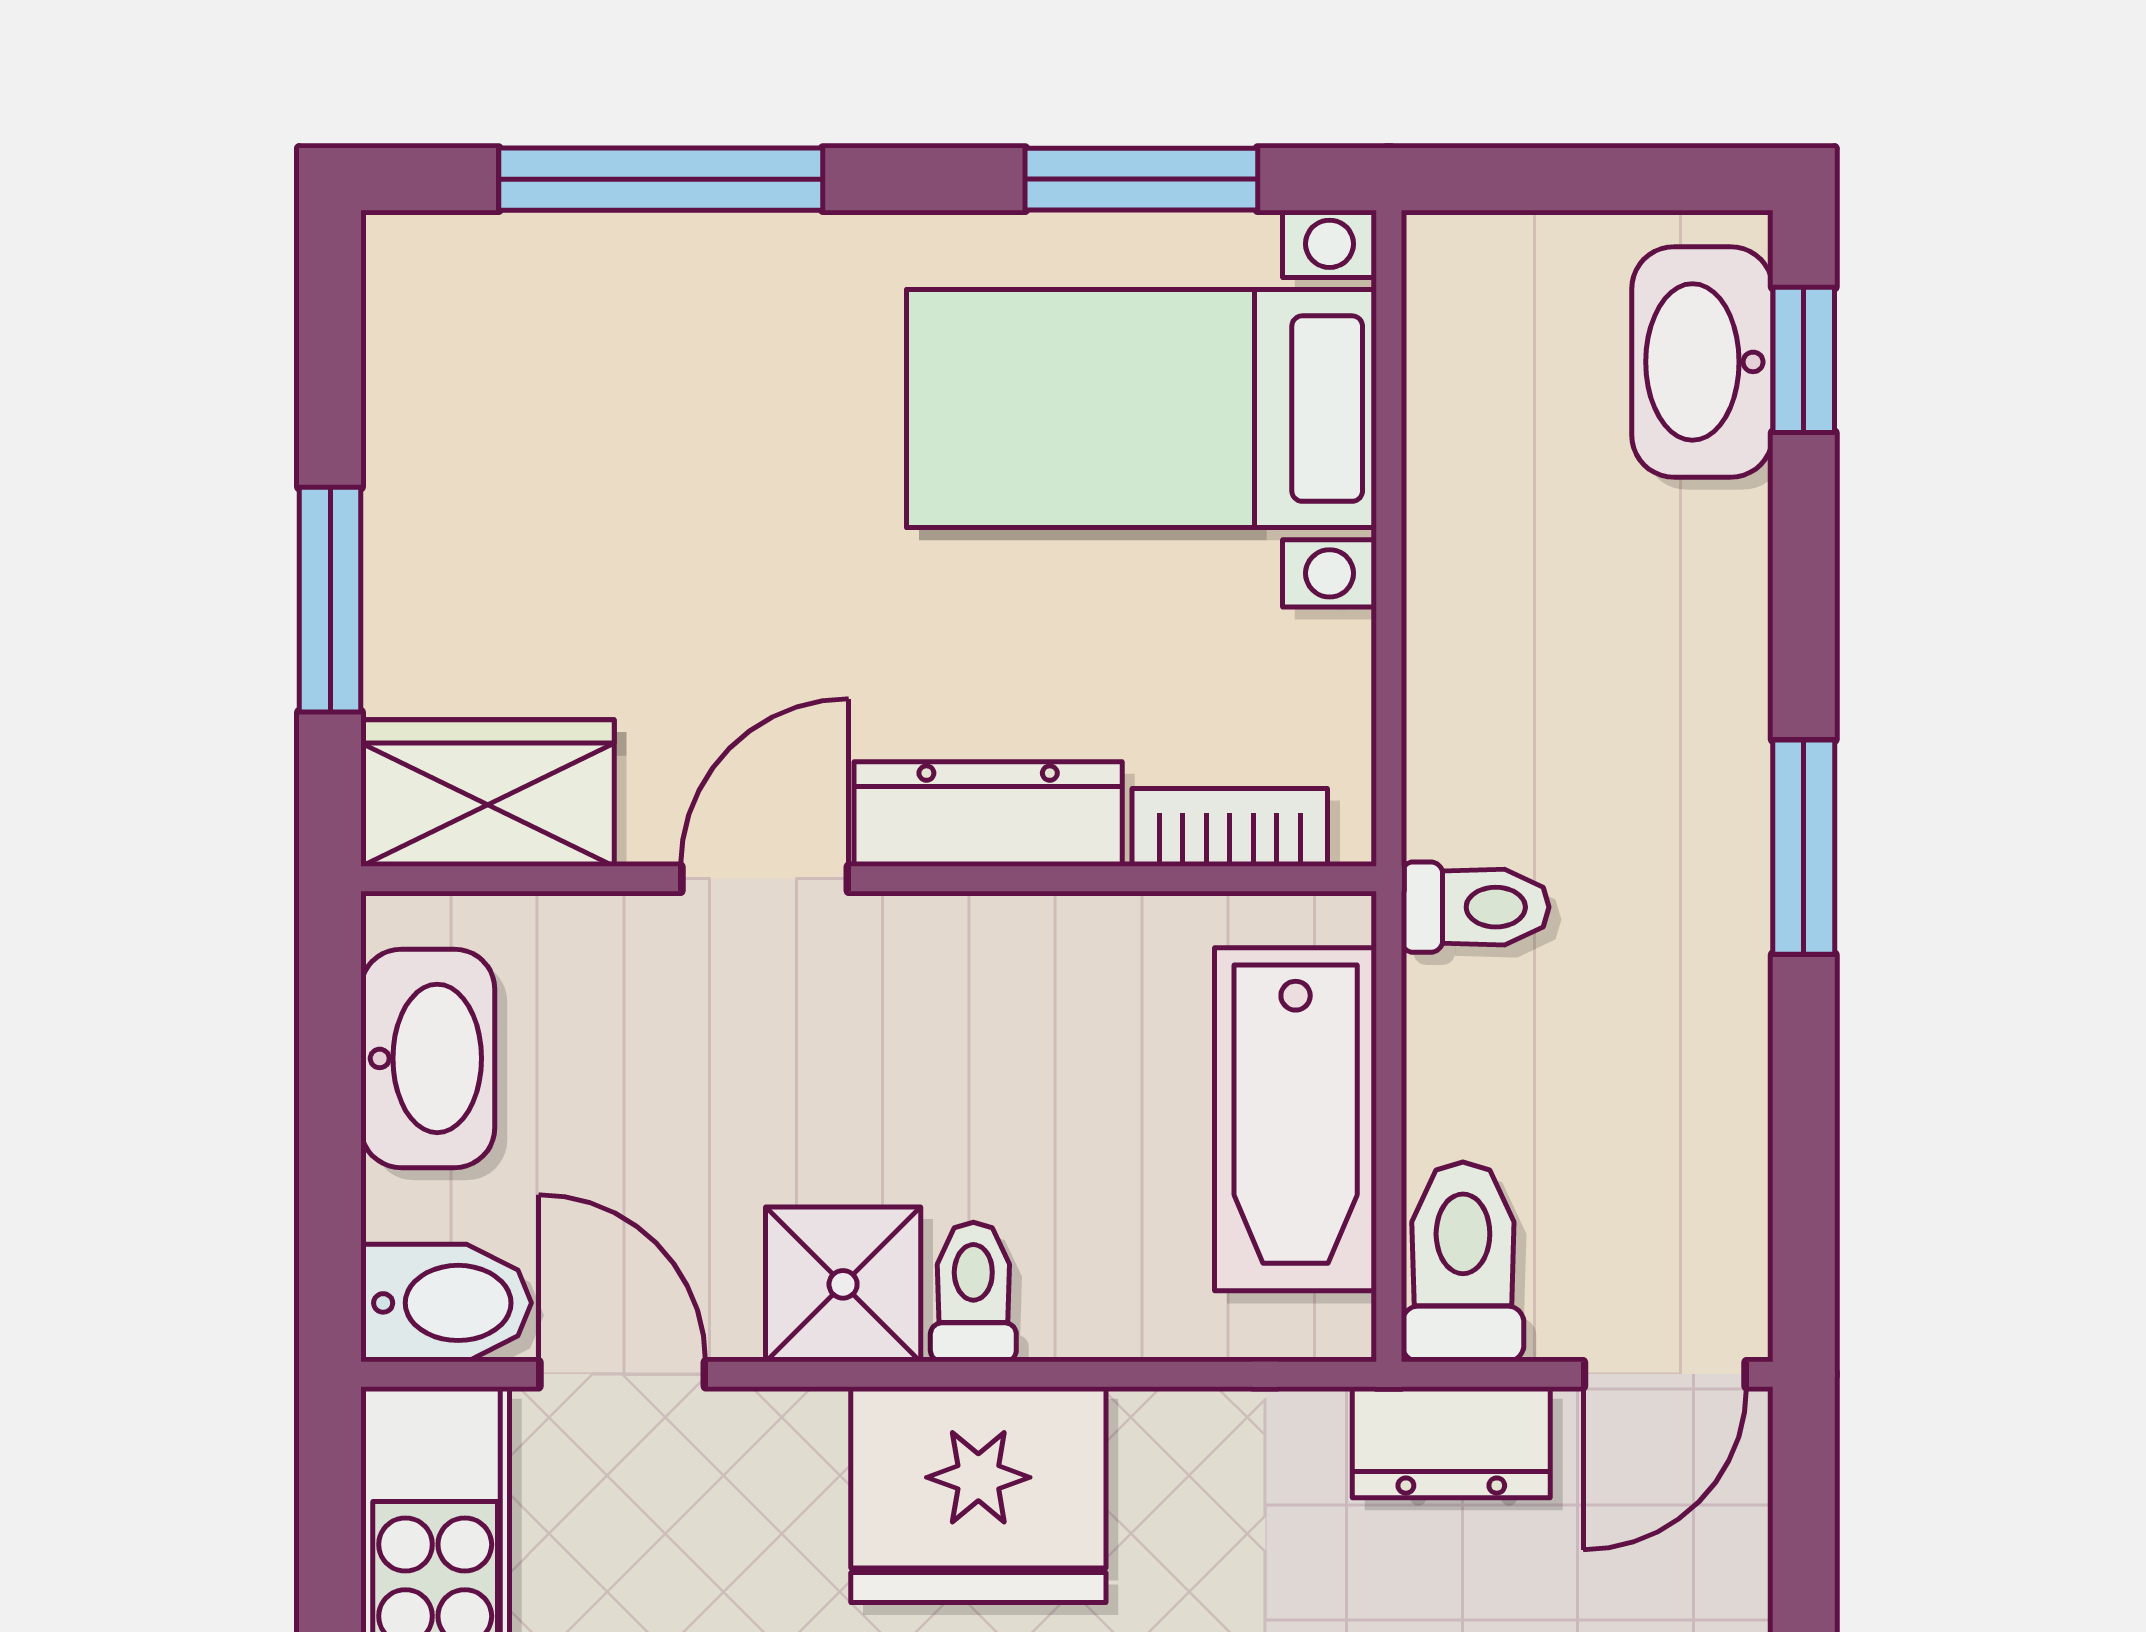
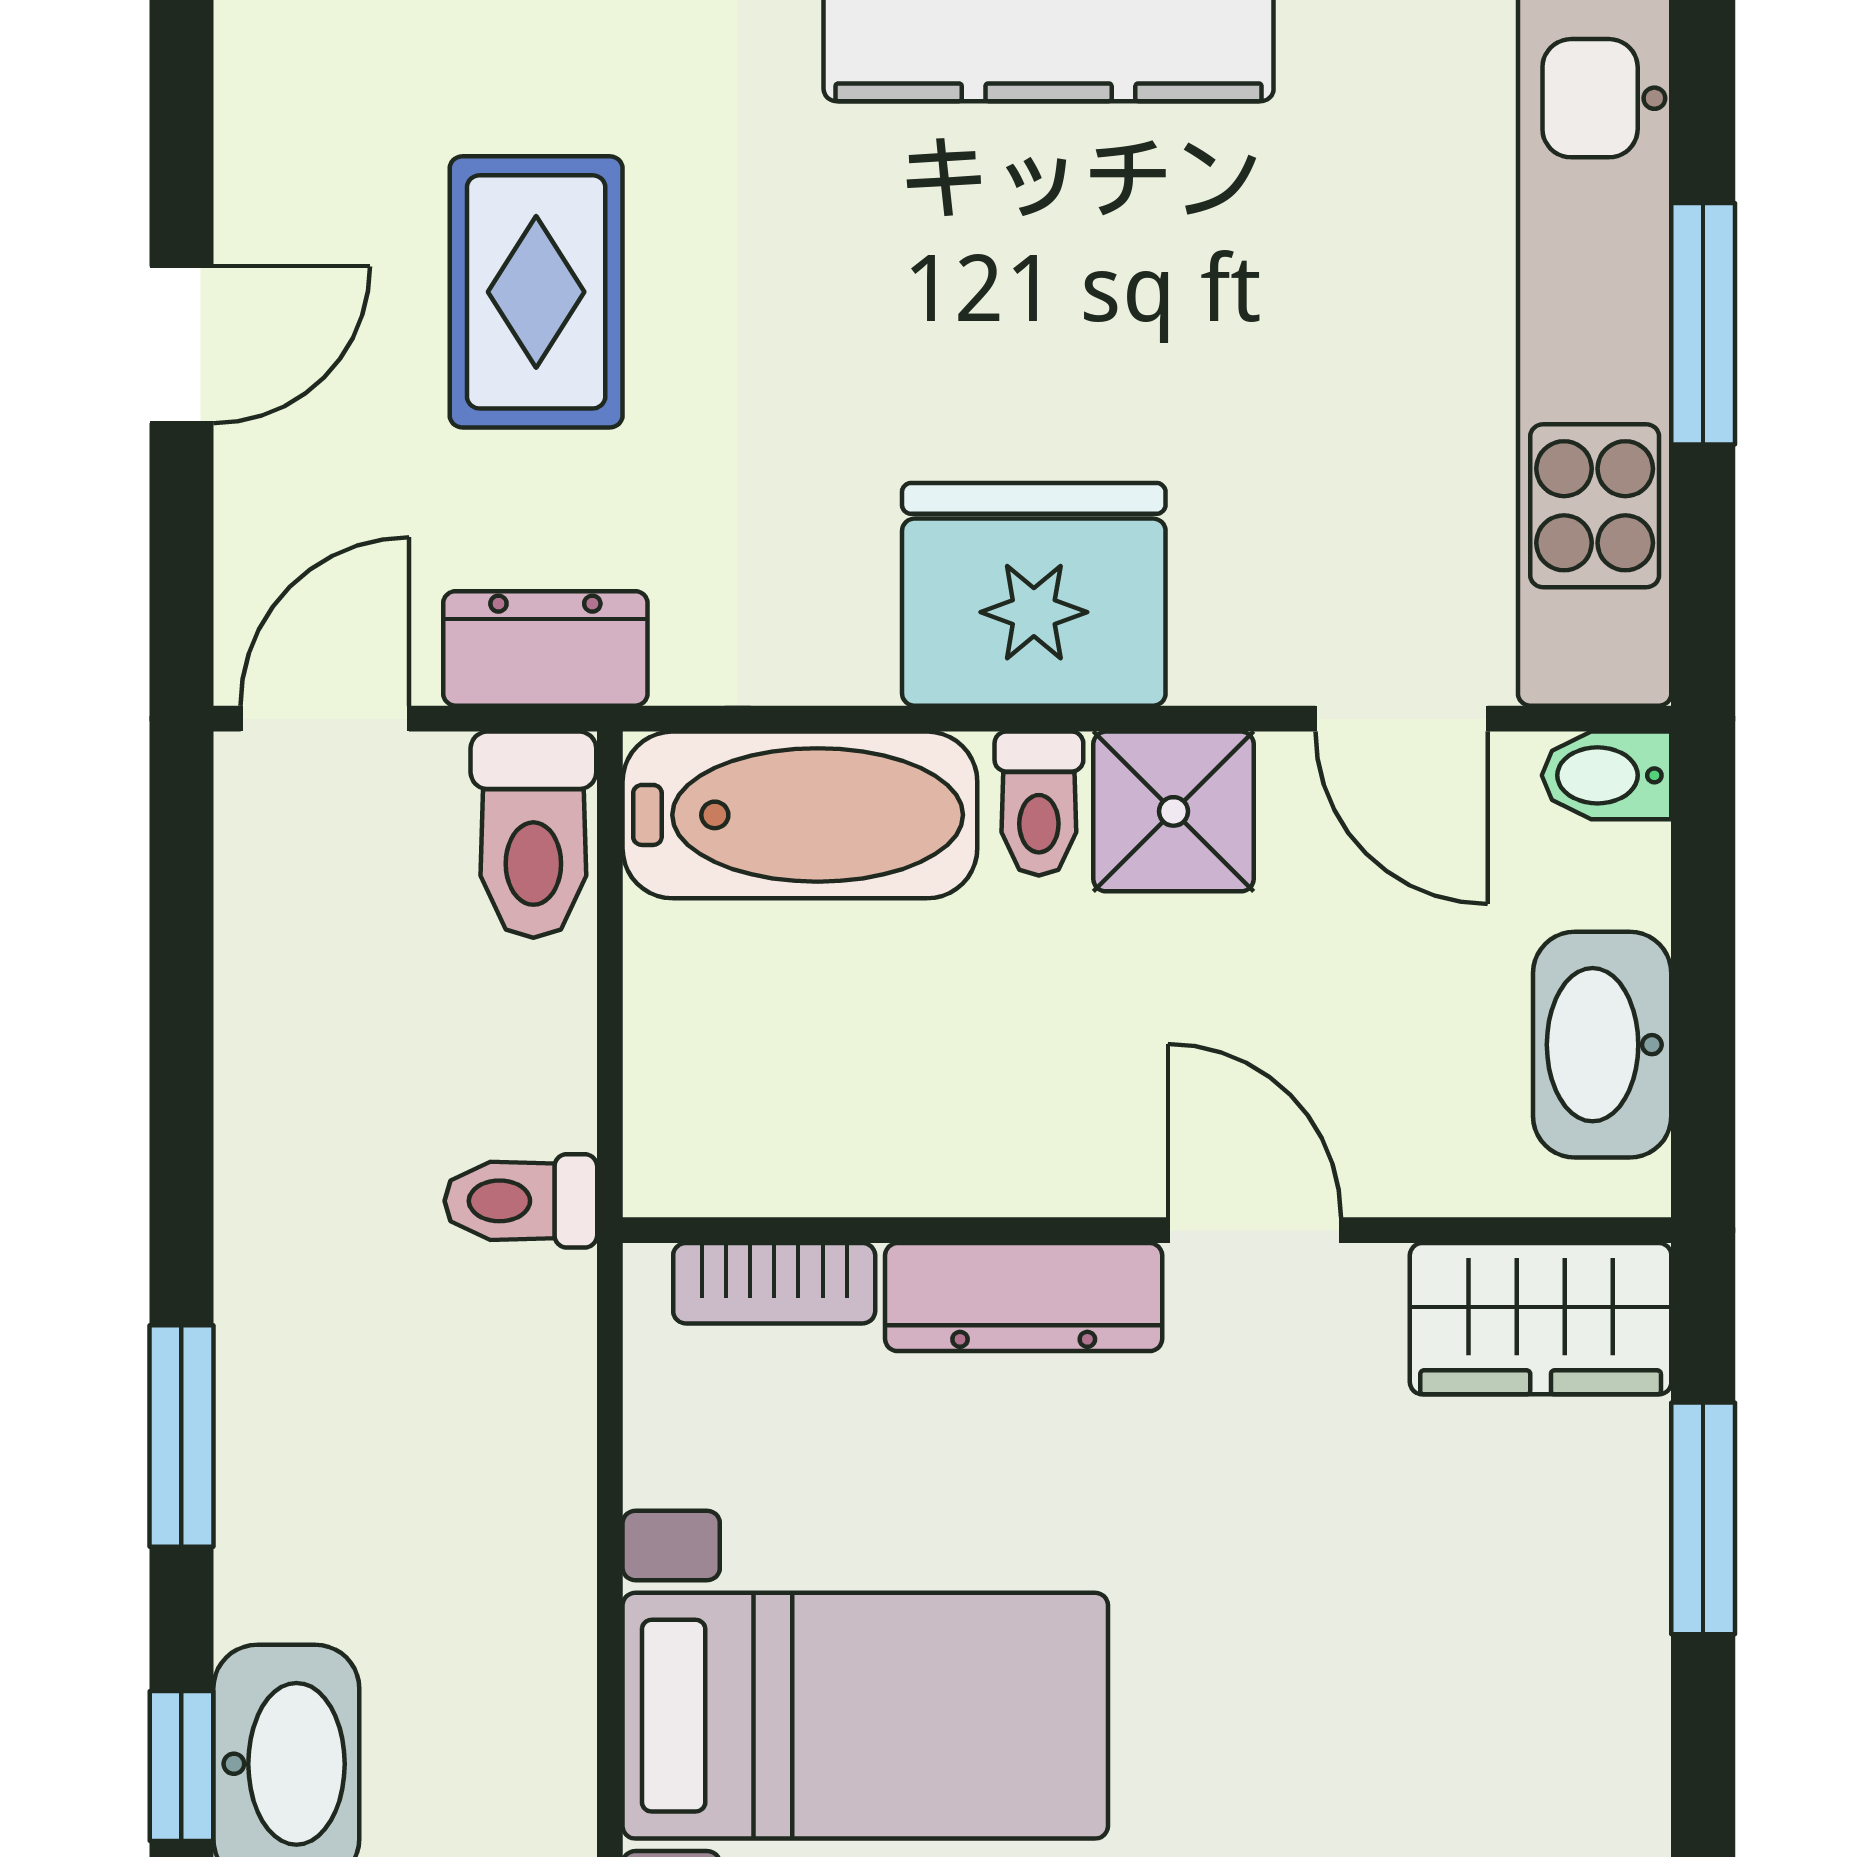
window: (1804, 847) -> (181, 1436), moved
door: (765, 879) -> (1254, 1230), swing flipped
bathtub: (1296, 1119) -> (800, 815), moved, turned 90
bidet: (446, 1303) -> (1607, 775), width x0.72, depth x0.74

